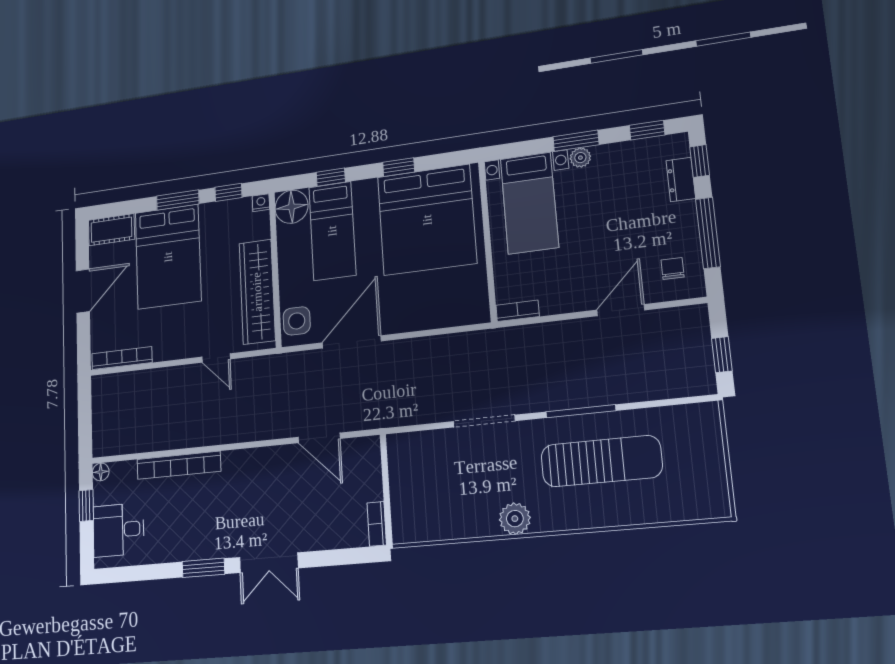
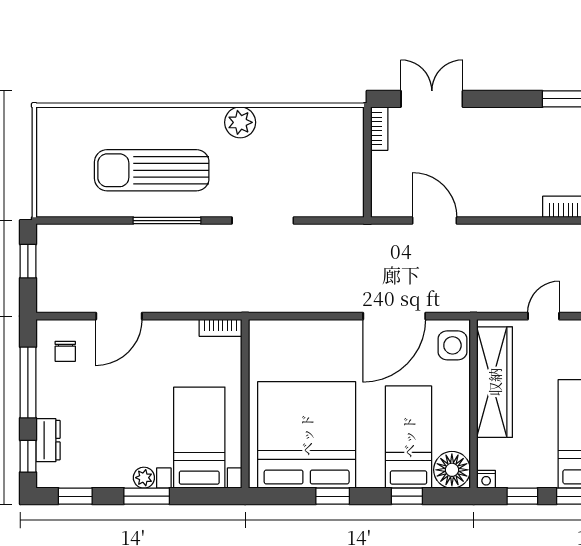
door: (216, 358) -> (543, 316), hinge flipped
double door: (269, 563) -> (432, 99), moved

